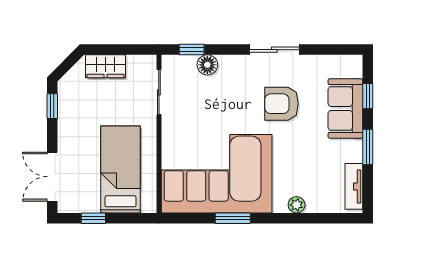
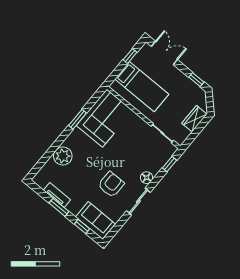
floor lamp: (207, 65) -> (147, 178), moved
sofa: (345, 108) -> (95, 220), moved
corner sofa: (217, 174) -> (105, 118), width x0.73, depth x0.74
tv unit: (354, 186) -> (57, 195), moved
plant: (297, 205) -> (63, 156), width x1.87, depth x1.87

